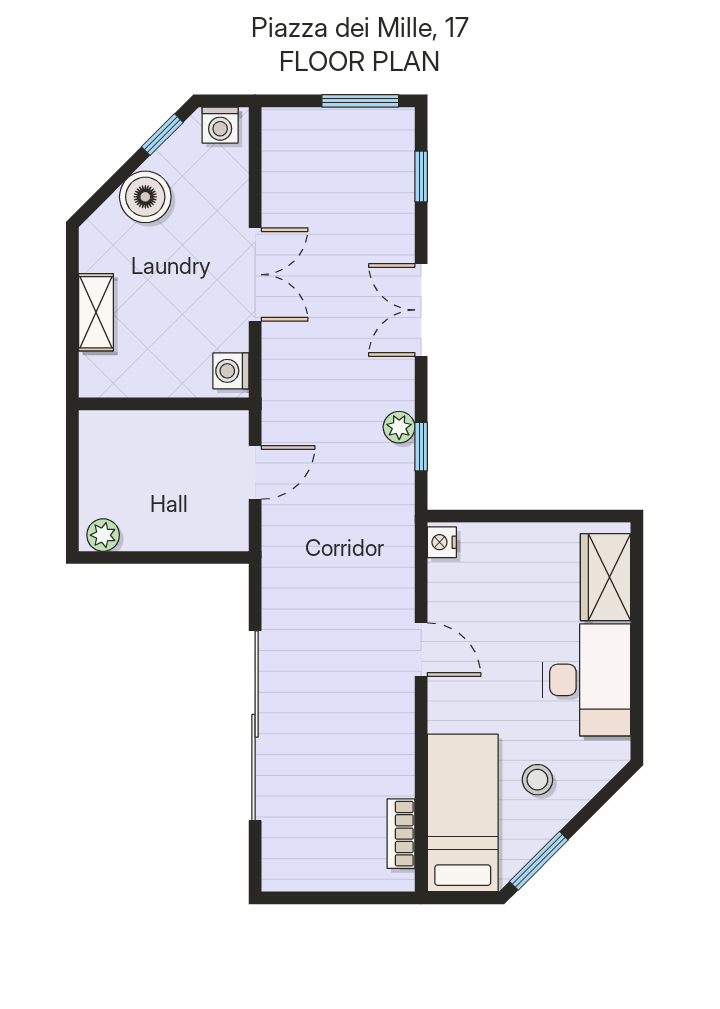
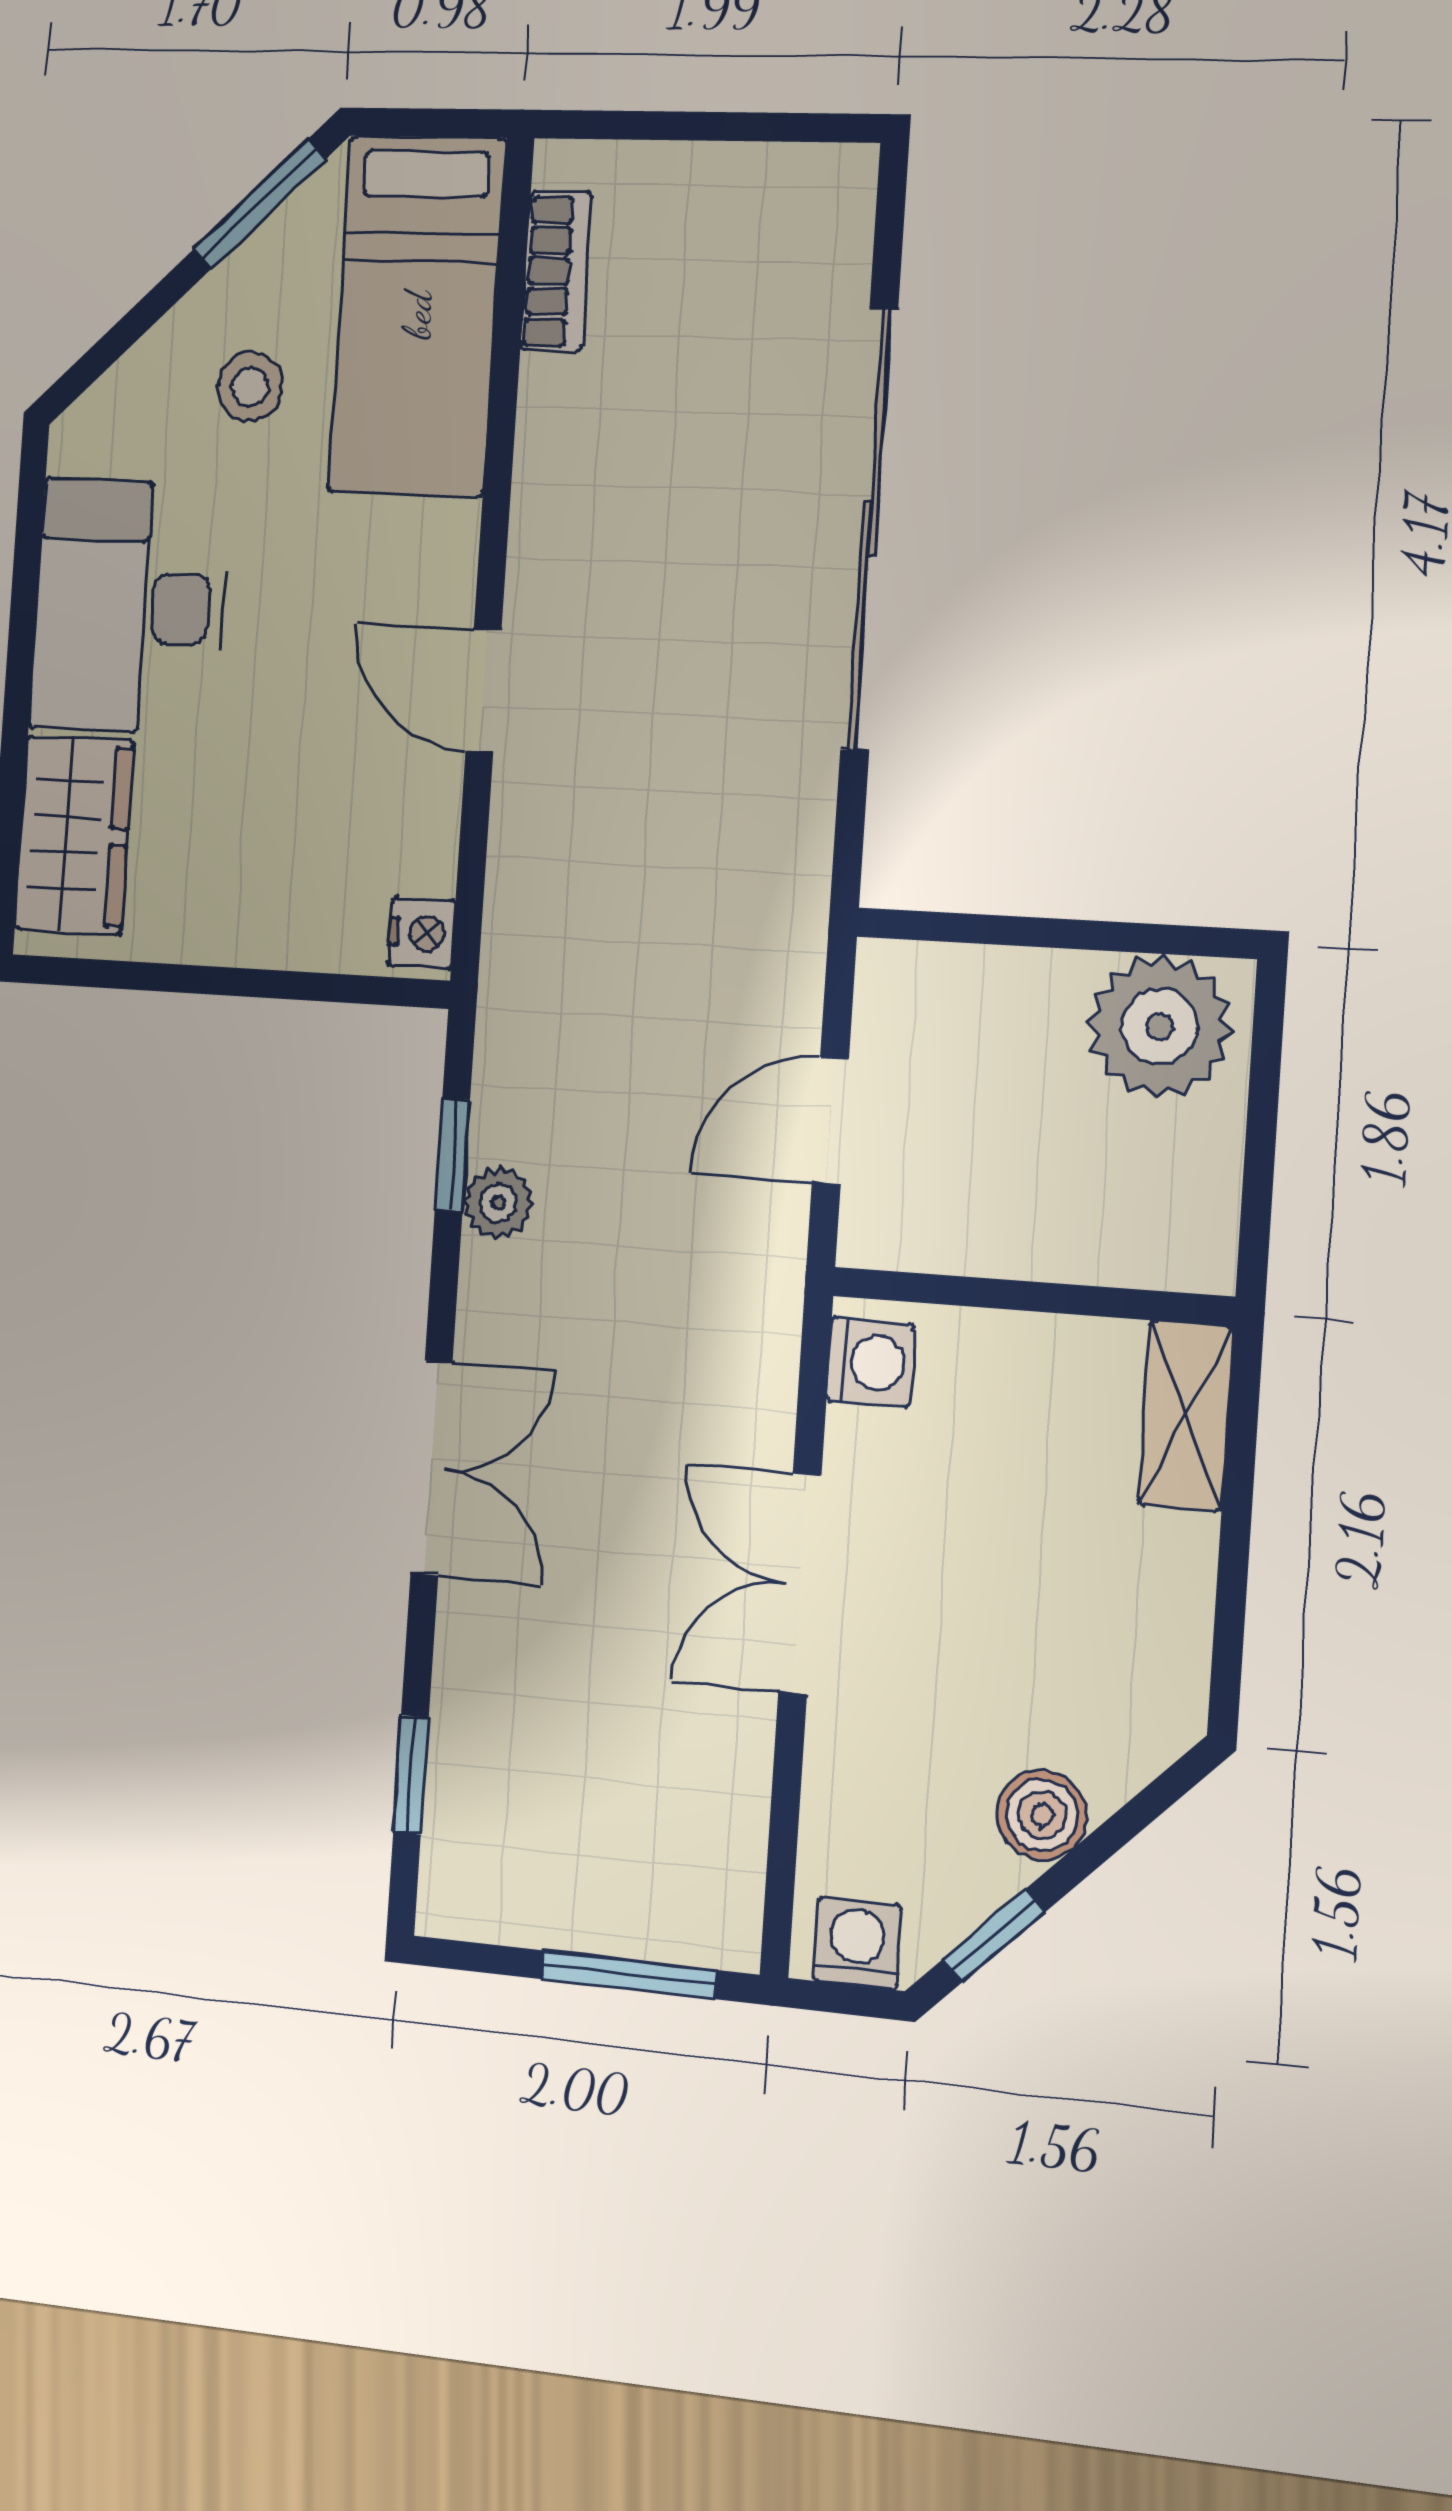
window: (360, 101) -> (628, 1975), moved
boiler: (145, 197) -> (1042, 1815), width x0.73, depth x0.73
shelving: (96, 312) -> (1186, 1416), moved
plant: (103, 535) -> (1160, 1027), width x1.88, depth x1.88

